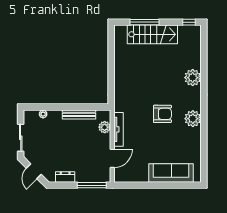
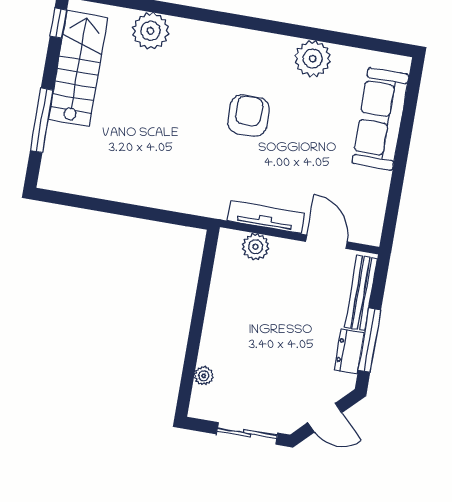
stairs: (152, 34) -> (78, 68), moved
plant: (193, 78) -> (150, 31), moved
bench: (79, 114) -> (361, 293), moved
plant: (193, 119) -> (313, 59), moved
window: (92, 185) -> (370, 340), moved

